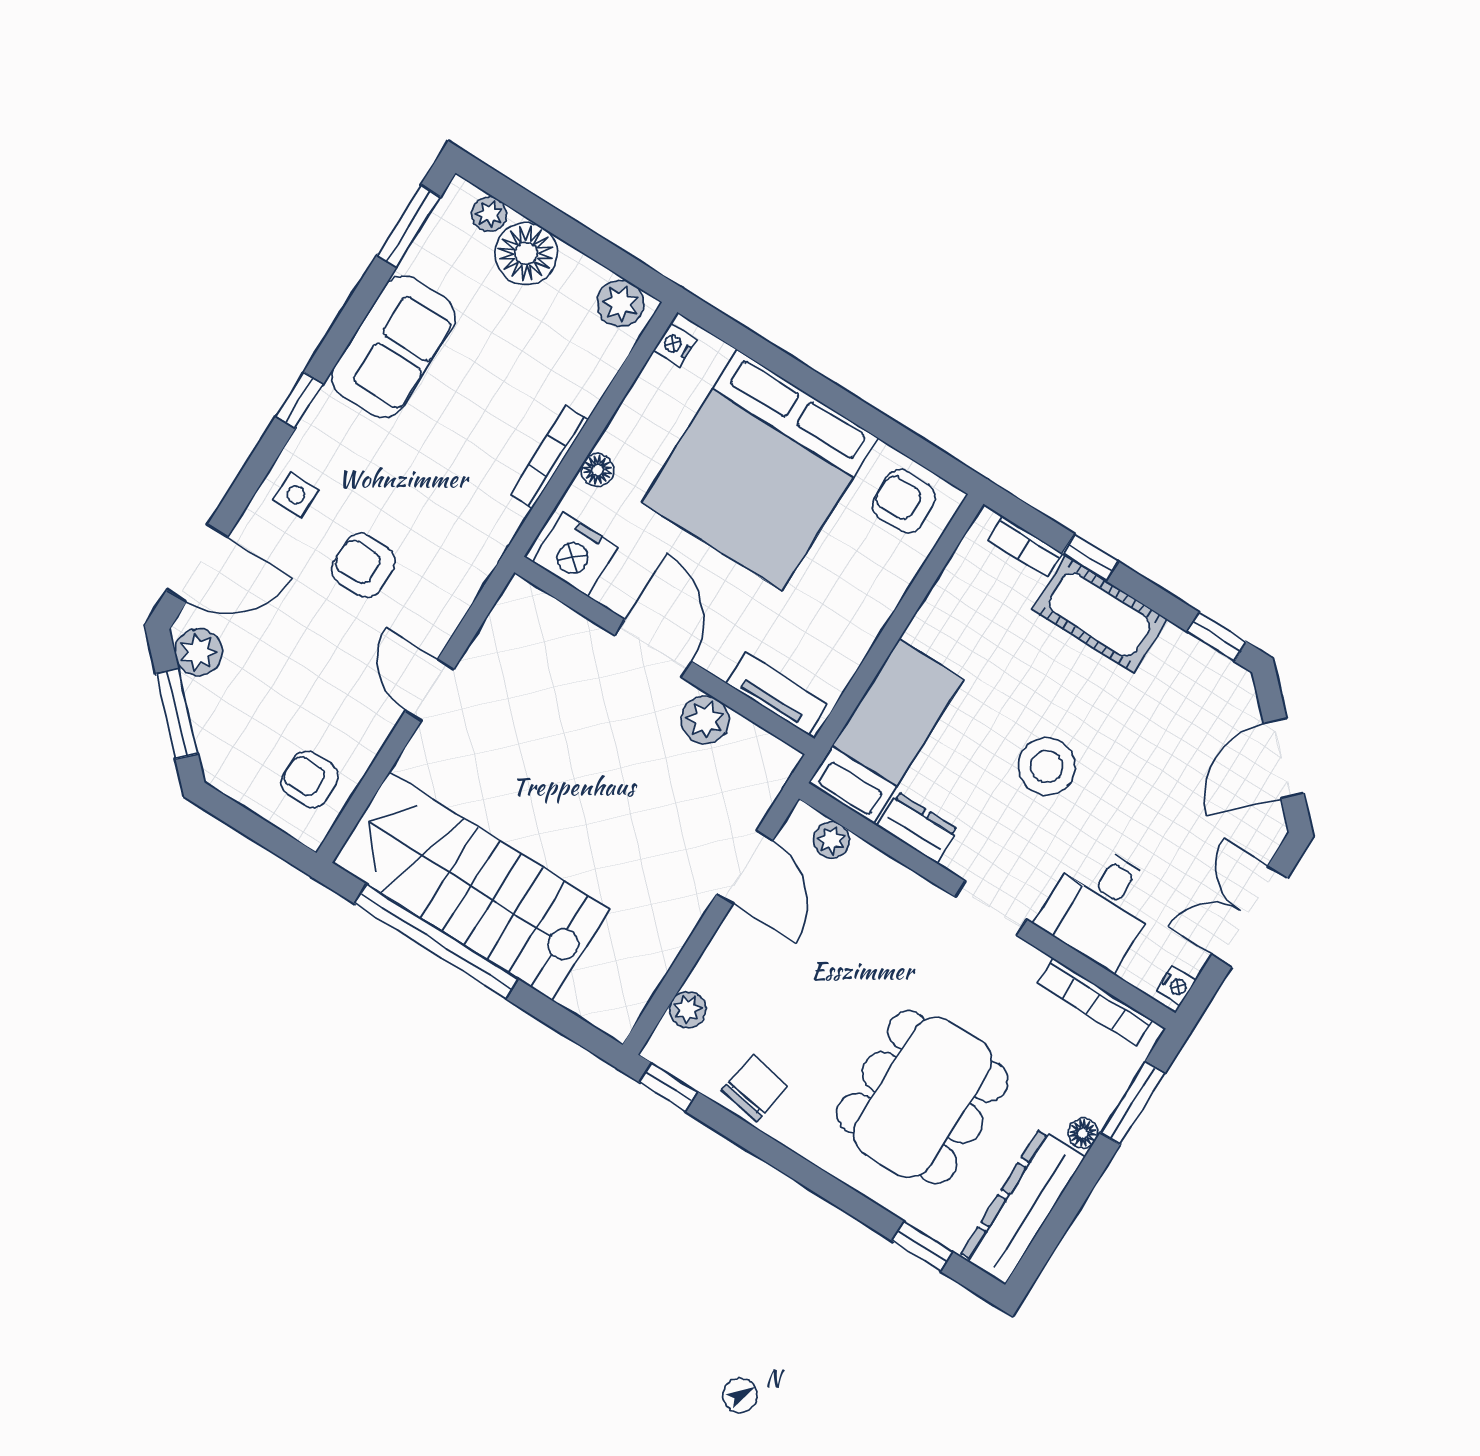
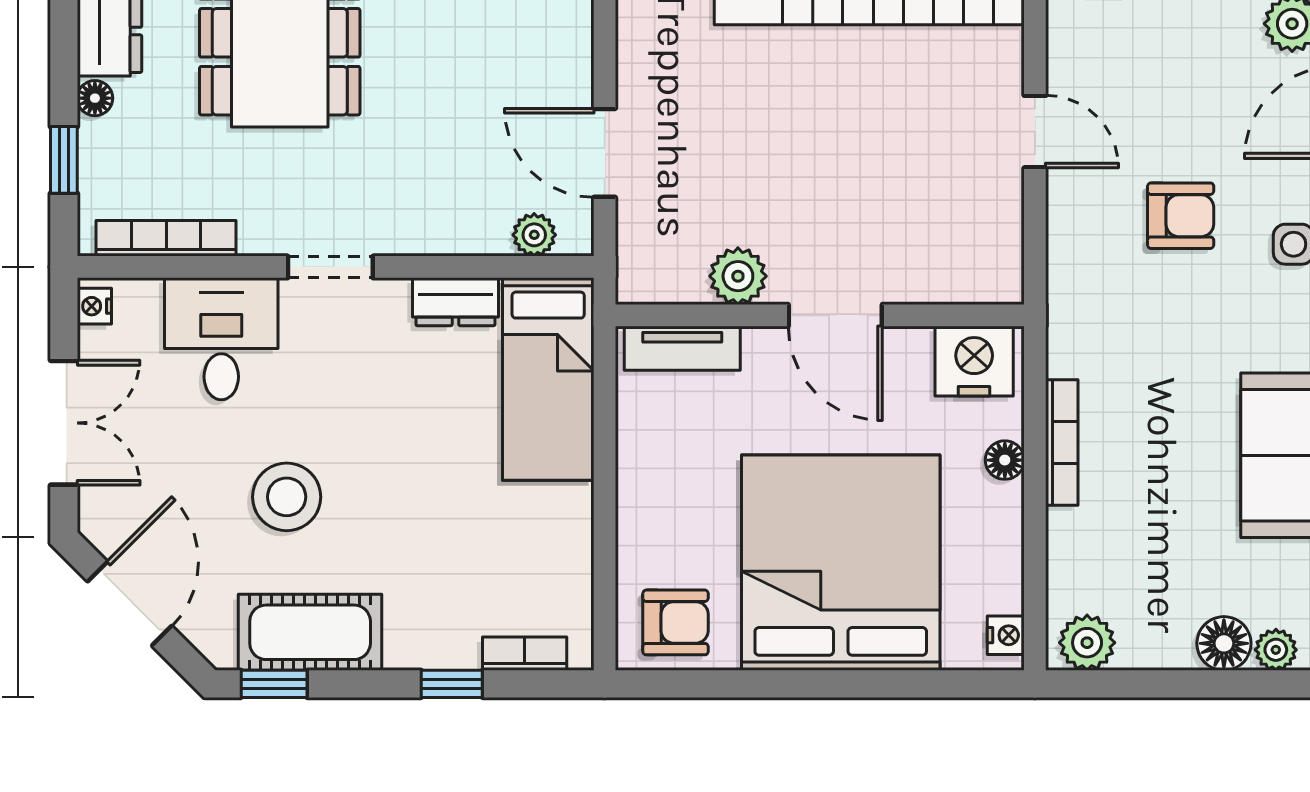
floor lamp: (526, 254) -> (1224, 643), width x0.73, depth x0.73
cot: (1099, 614) -> (310, 632), moved
stool: (1047, 766) -> (287, 497), moved
window: (1133, 1103) -> (64, 160), width x0.67

